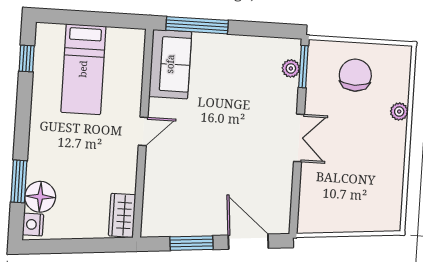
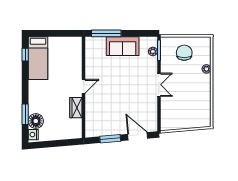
sofa: (170, 64) -> (123, 46), moved, turned 90
bed: (83, 69) -> (38, 58), moved
wardrobe: (122, 215) -> (76, 108), moved

